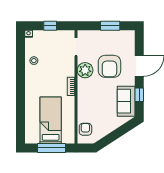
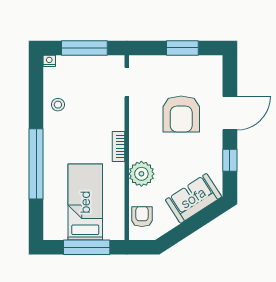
window: (50, 26) -> (84, 48), width x2.17
plant: (85, 70) -> (141, 174), moved
window: (20, 97) -> (36, 164), added
sofa: (126, 101) -> (193, 198), moved, turned 57

